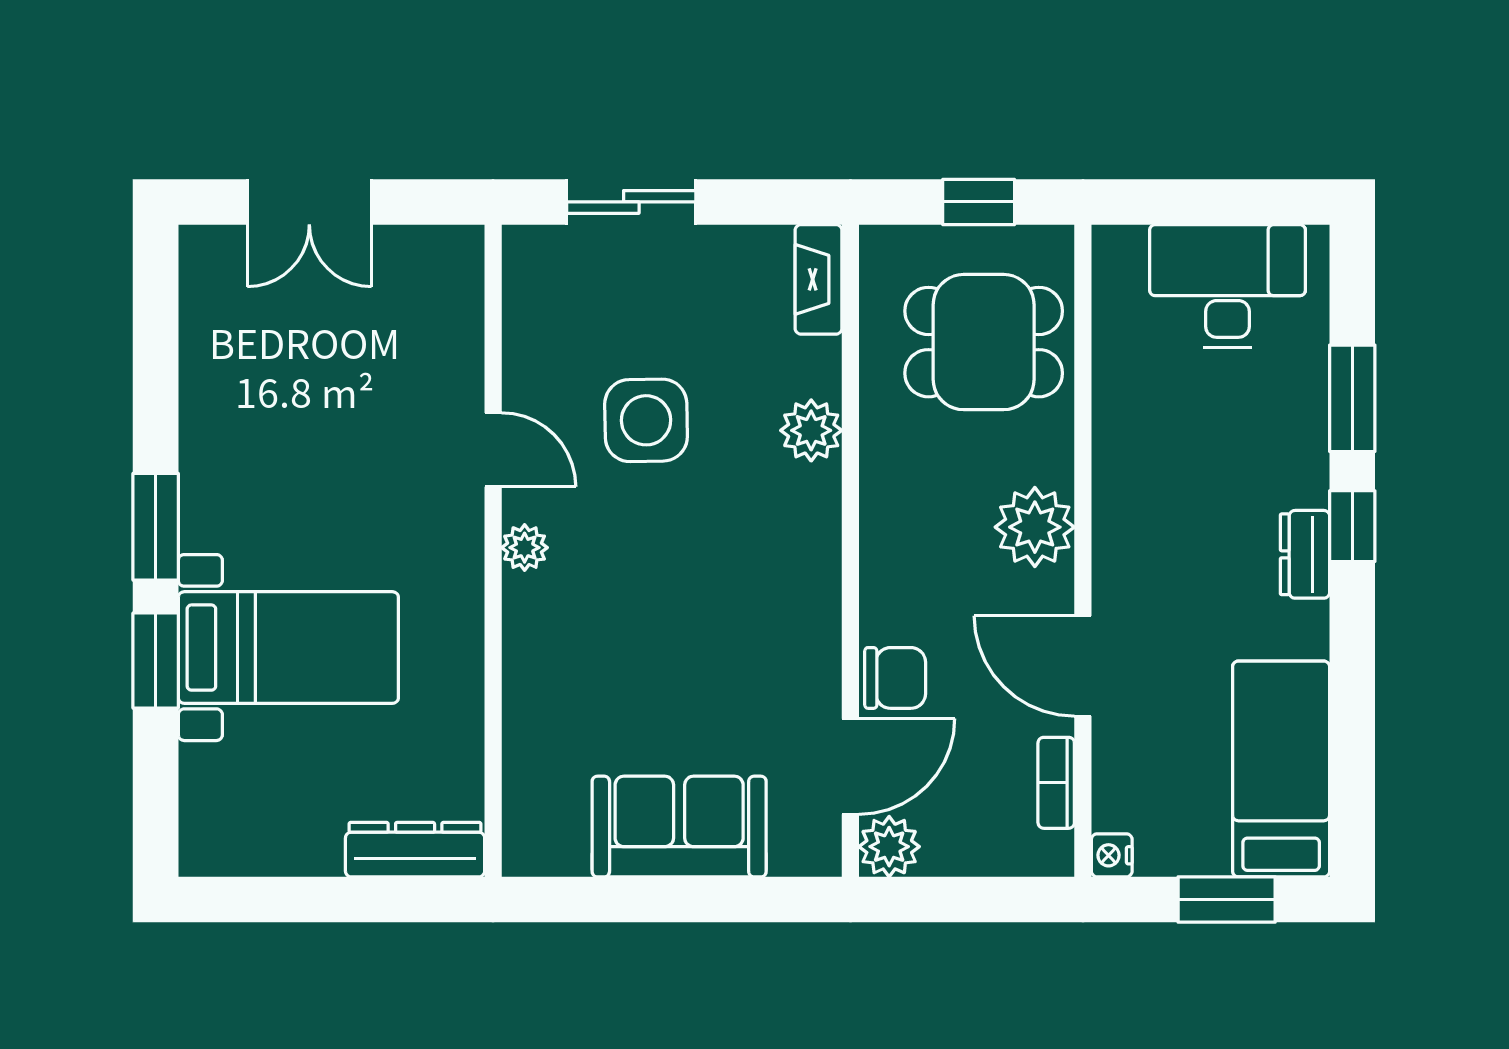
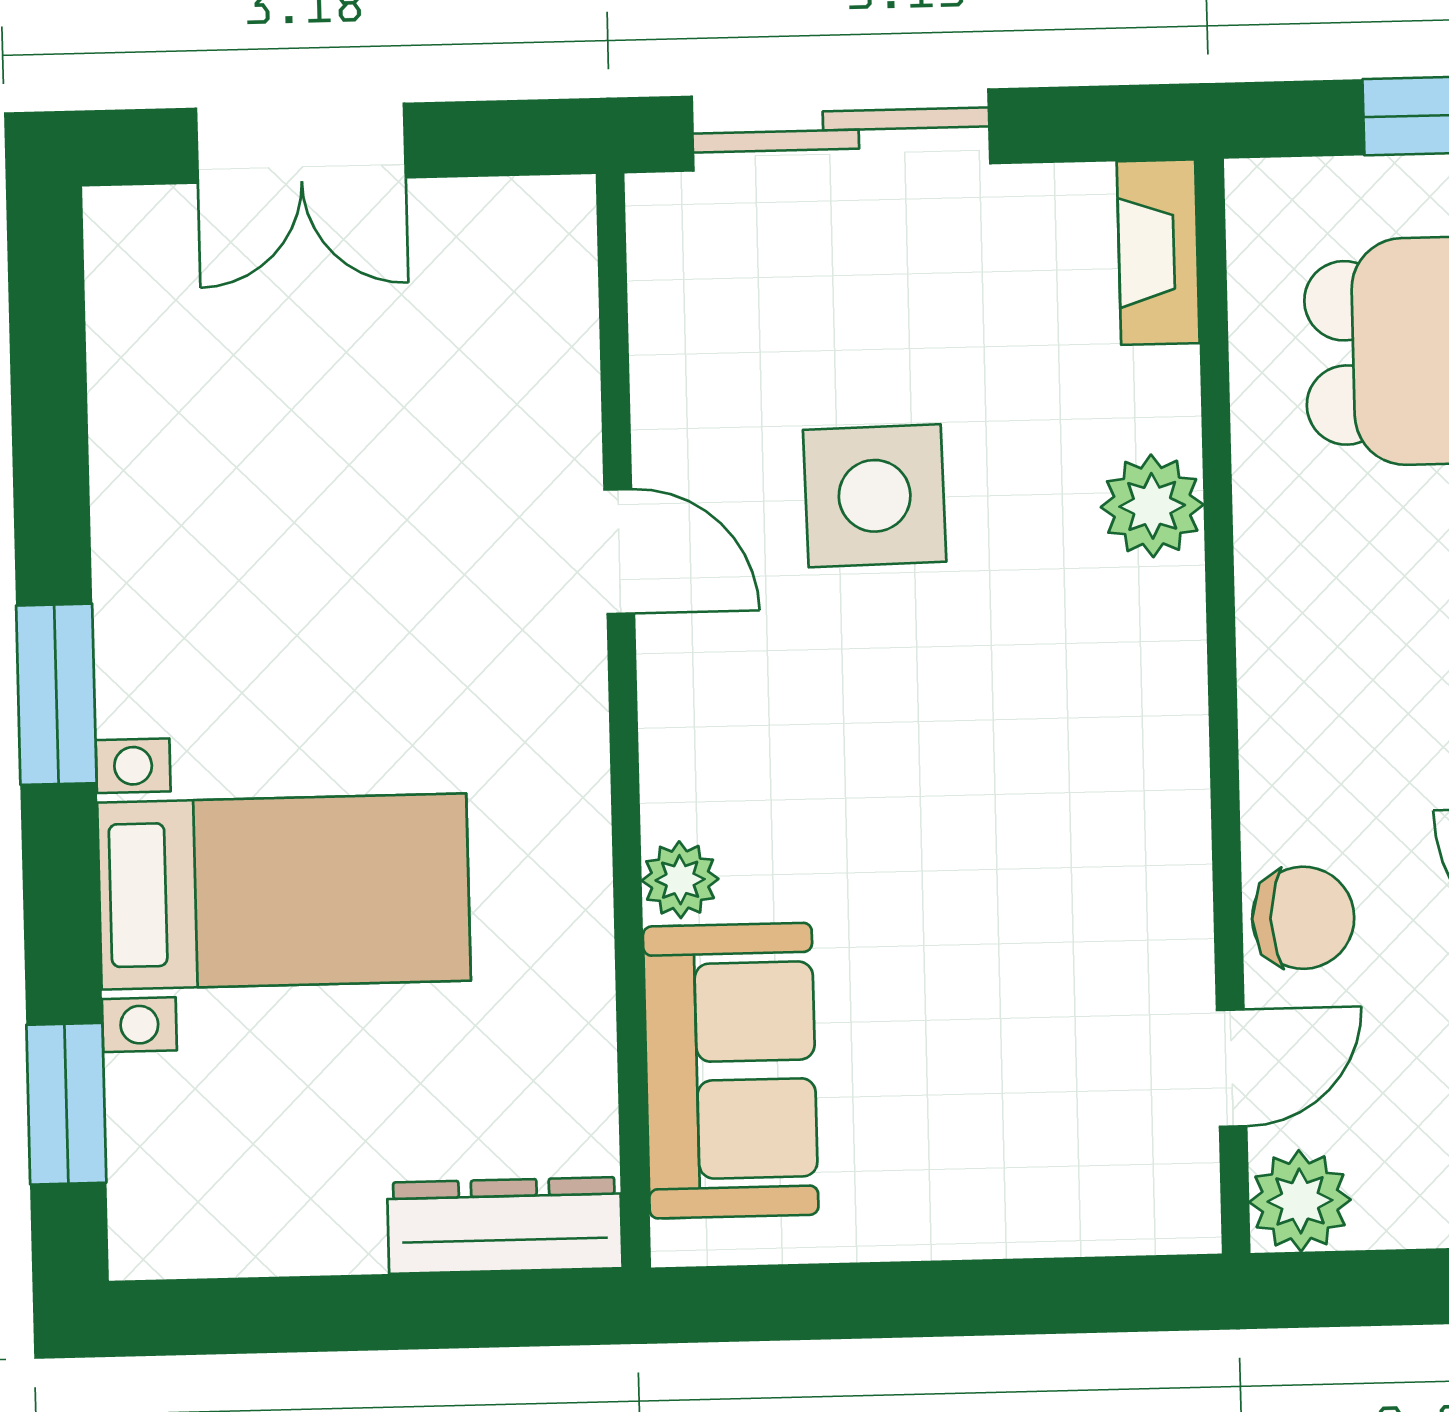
sliding door: (631, 202) -> (841, 130), width x1.37
plant: (525, 548) -> (680, 880), moved
window: (156, 661) -> (66, 1104), moved
door: (850, 766) -> (1232, 1068), width x0.73
sofa: (679, 827) -> (731, 1071), moved, turned 90

